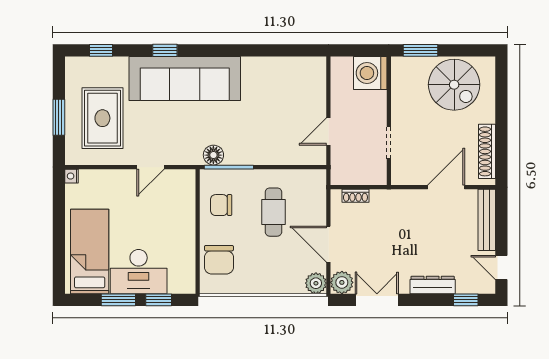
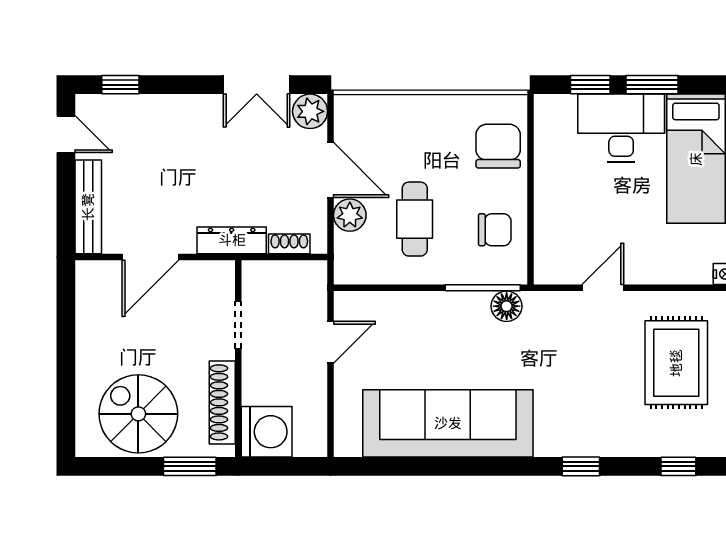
sofa: (185, 79) -> (448, 423), moved
shoe rack: (487, 151) -> (222, 402), moved, turned 180
plant: (316, 283) -> (350, 215), moved
dresser: (433, 285) -> (232, 240), moved, turned 180

